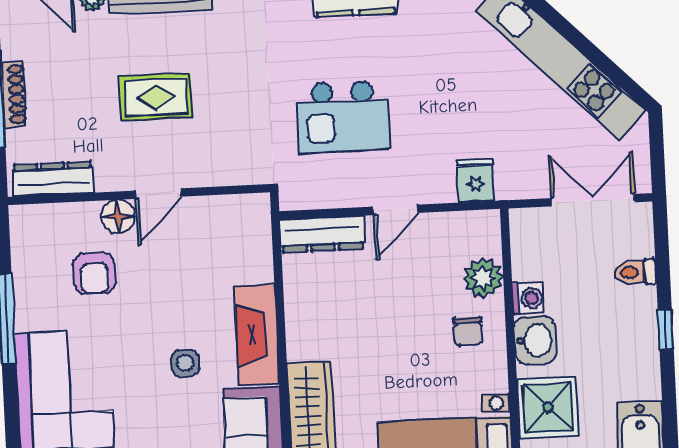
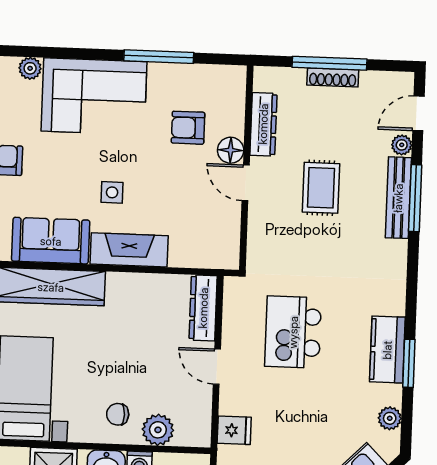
dresser: (53, 179) -> (263, 124), moved

